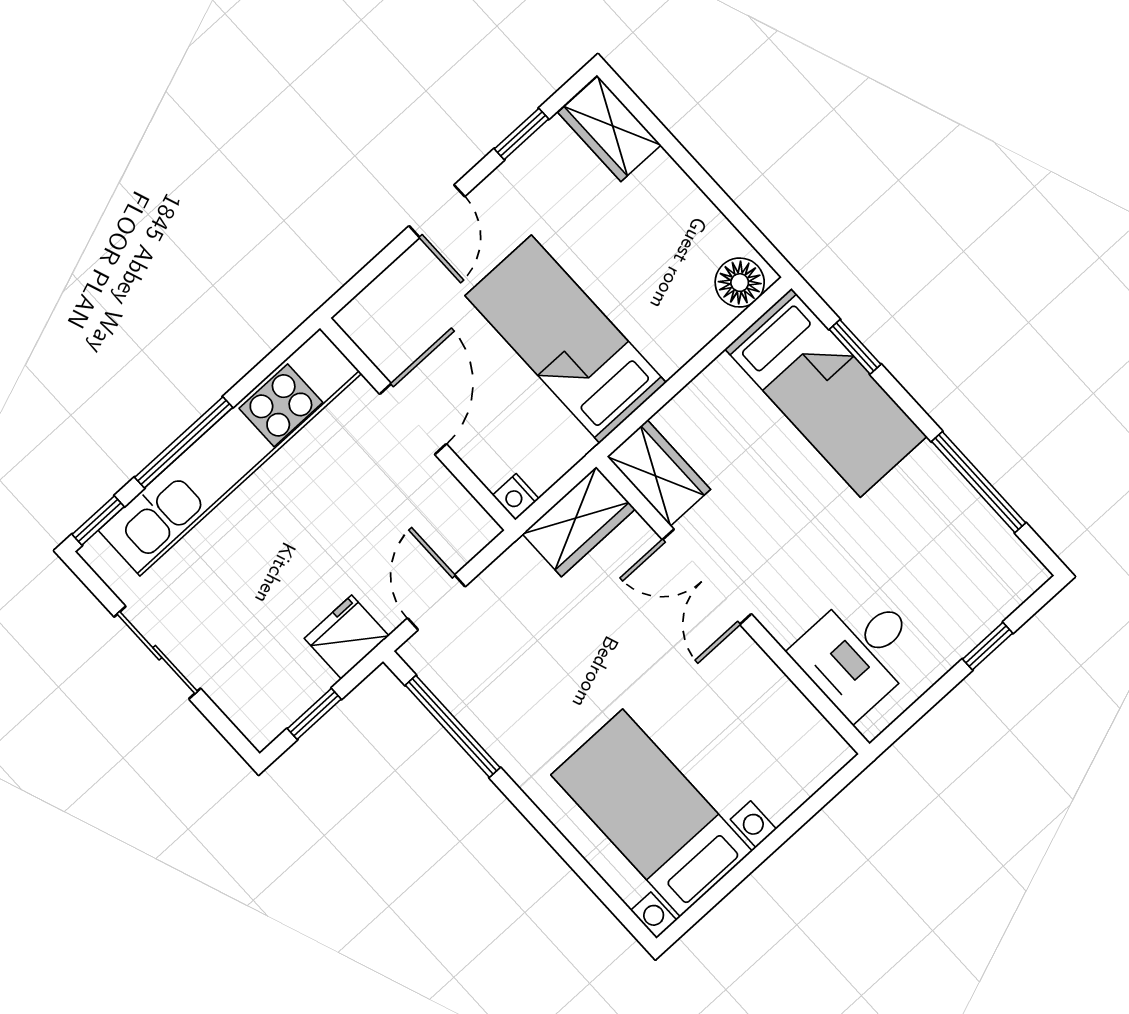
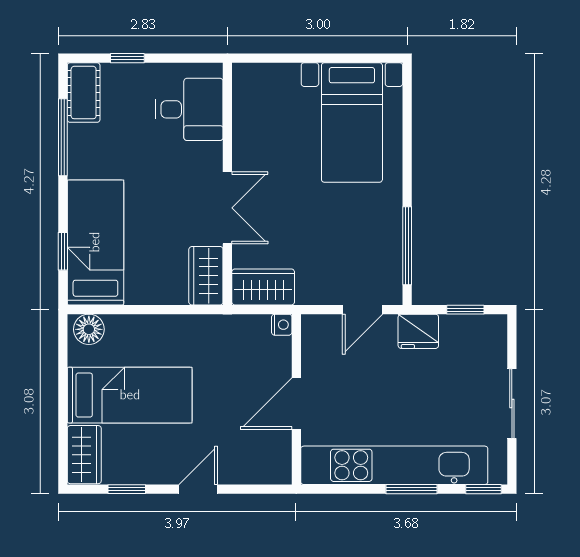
bed: (566, 339) -> (130, 395), moved, turned -90
window: (184, 442) -> (411, 489), width x0.69
cot: (1002, 558) -> (84, 93), added

